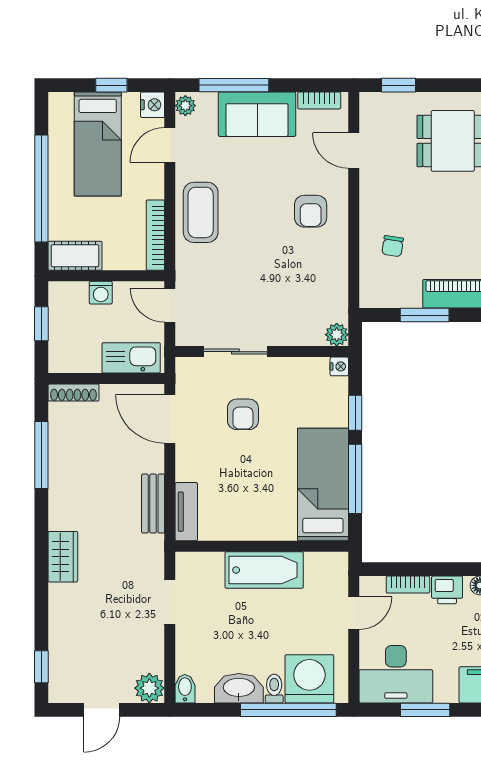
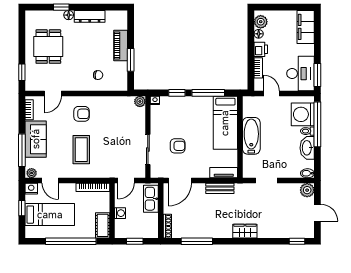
coffee table: (201, 212) -> (81, 150), moved, turned 90
bed: (323, 484) -> (225, 123), moved, turned -90
window: (425, 710) -> (317, 75), moved

